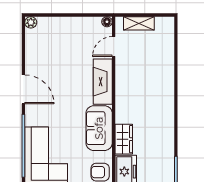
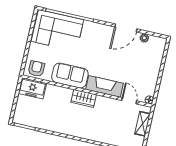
plant: (31, 22) -> (144, 38), moved
door: (23, 89) -> (126, 28), moved
wardrobe: (124, 139) -> (84, 98), moved

